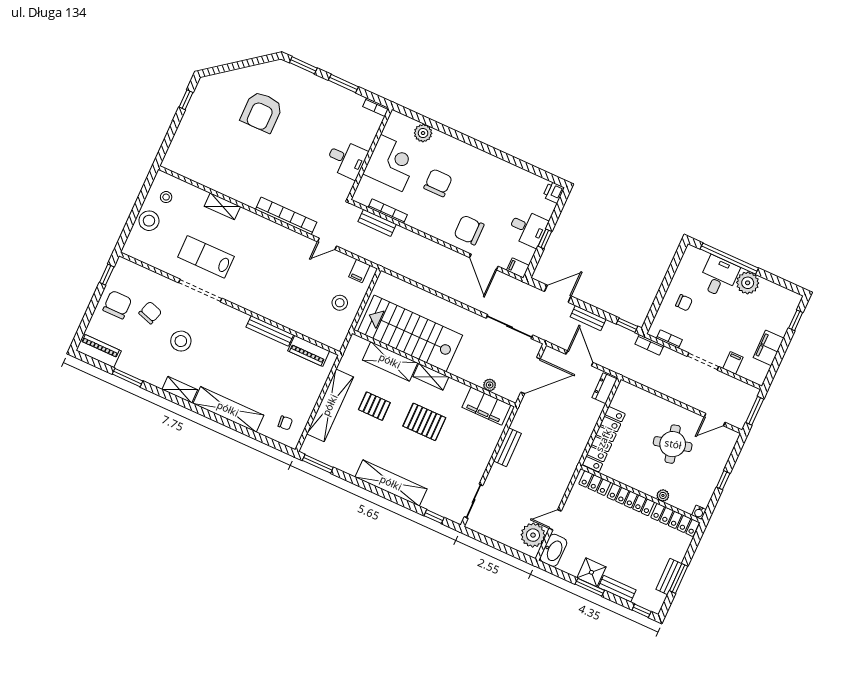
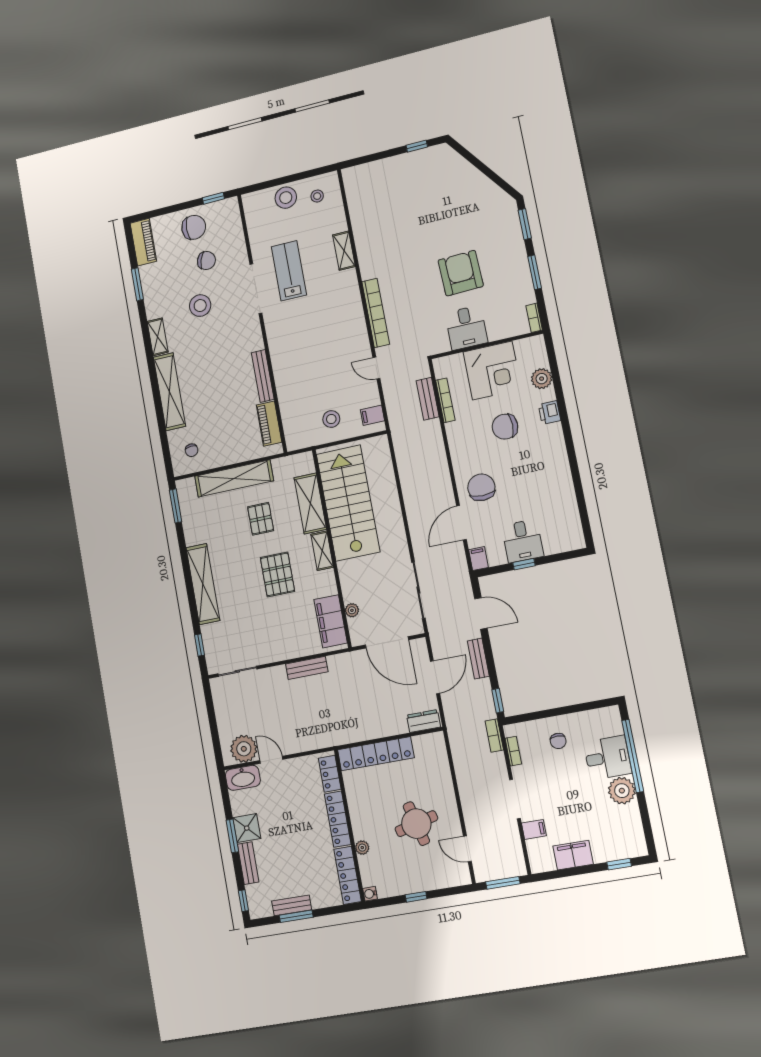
armchair: (262, 112) -> (461, 273), moved, turned 88
chair: (438, 183) -> (505, 427), turned 180
printer: (554, 192) -> (549, 413), moved, turned -90

